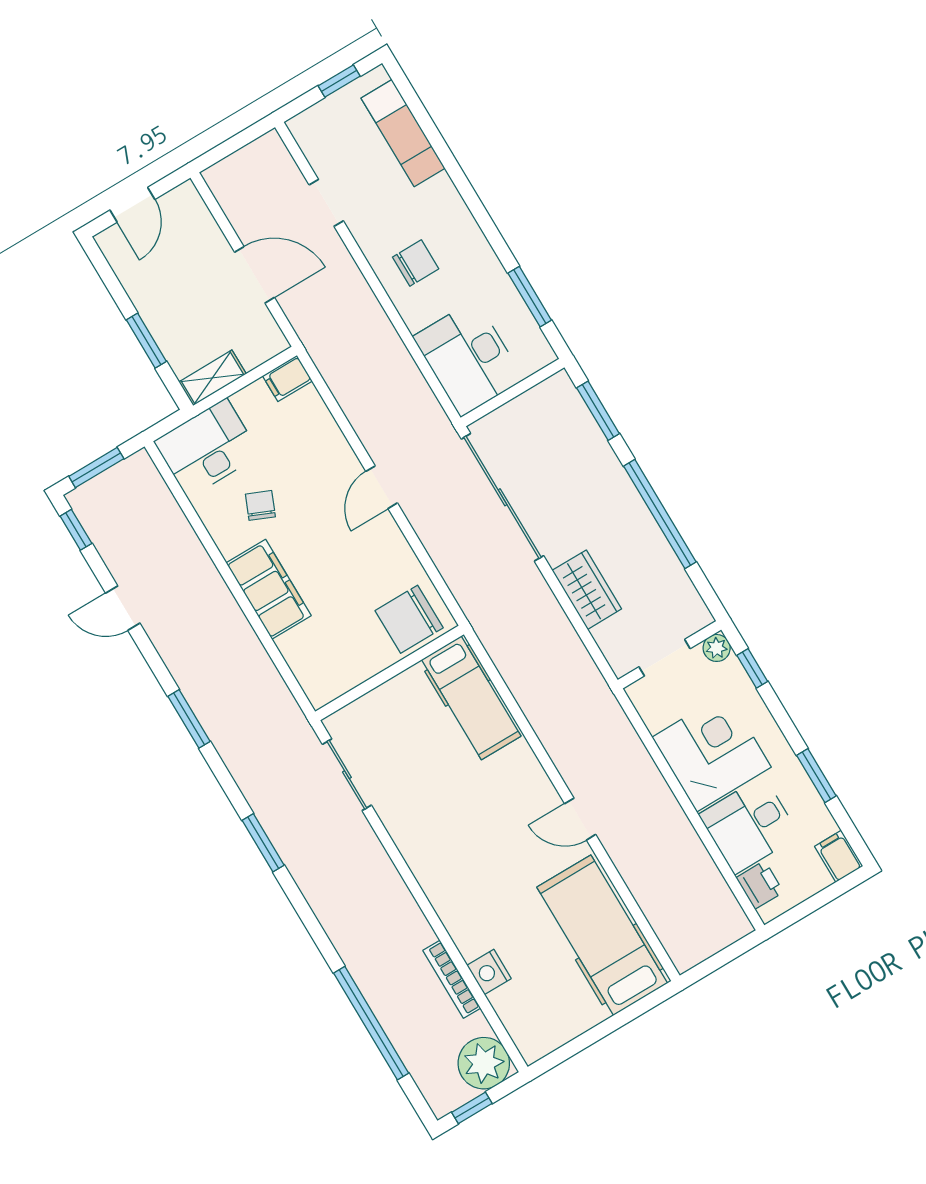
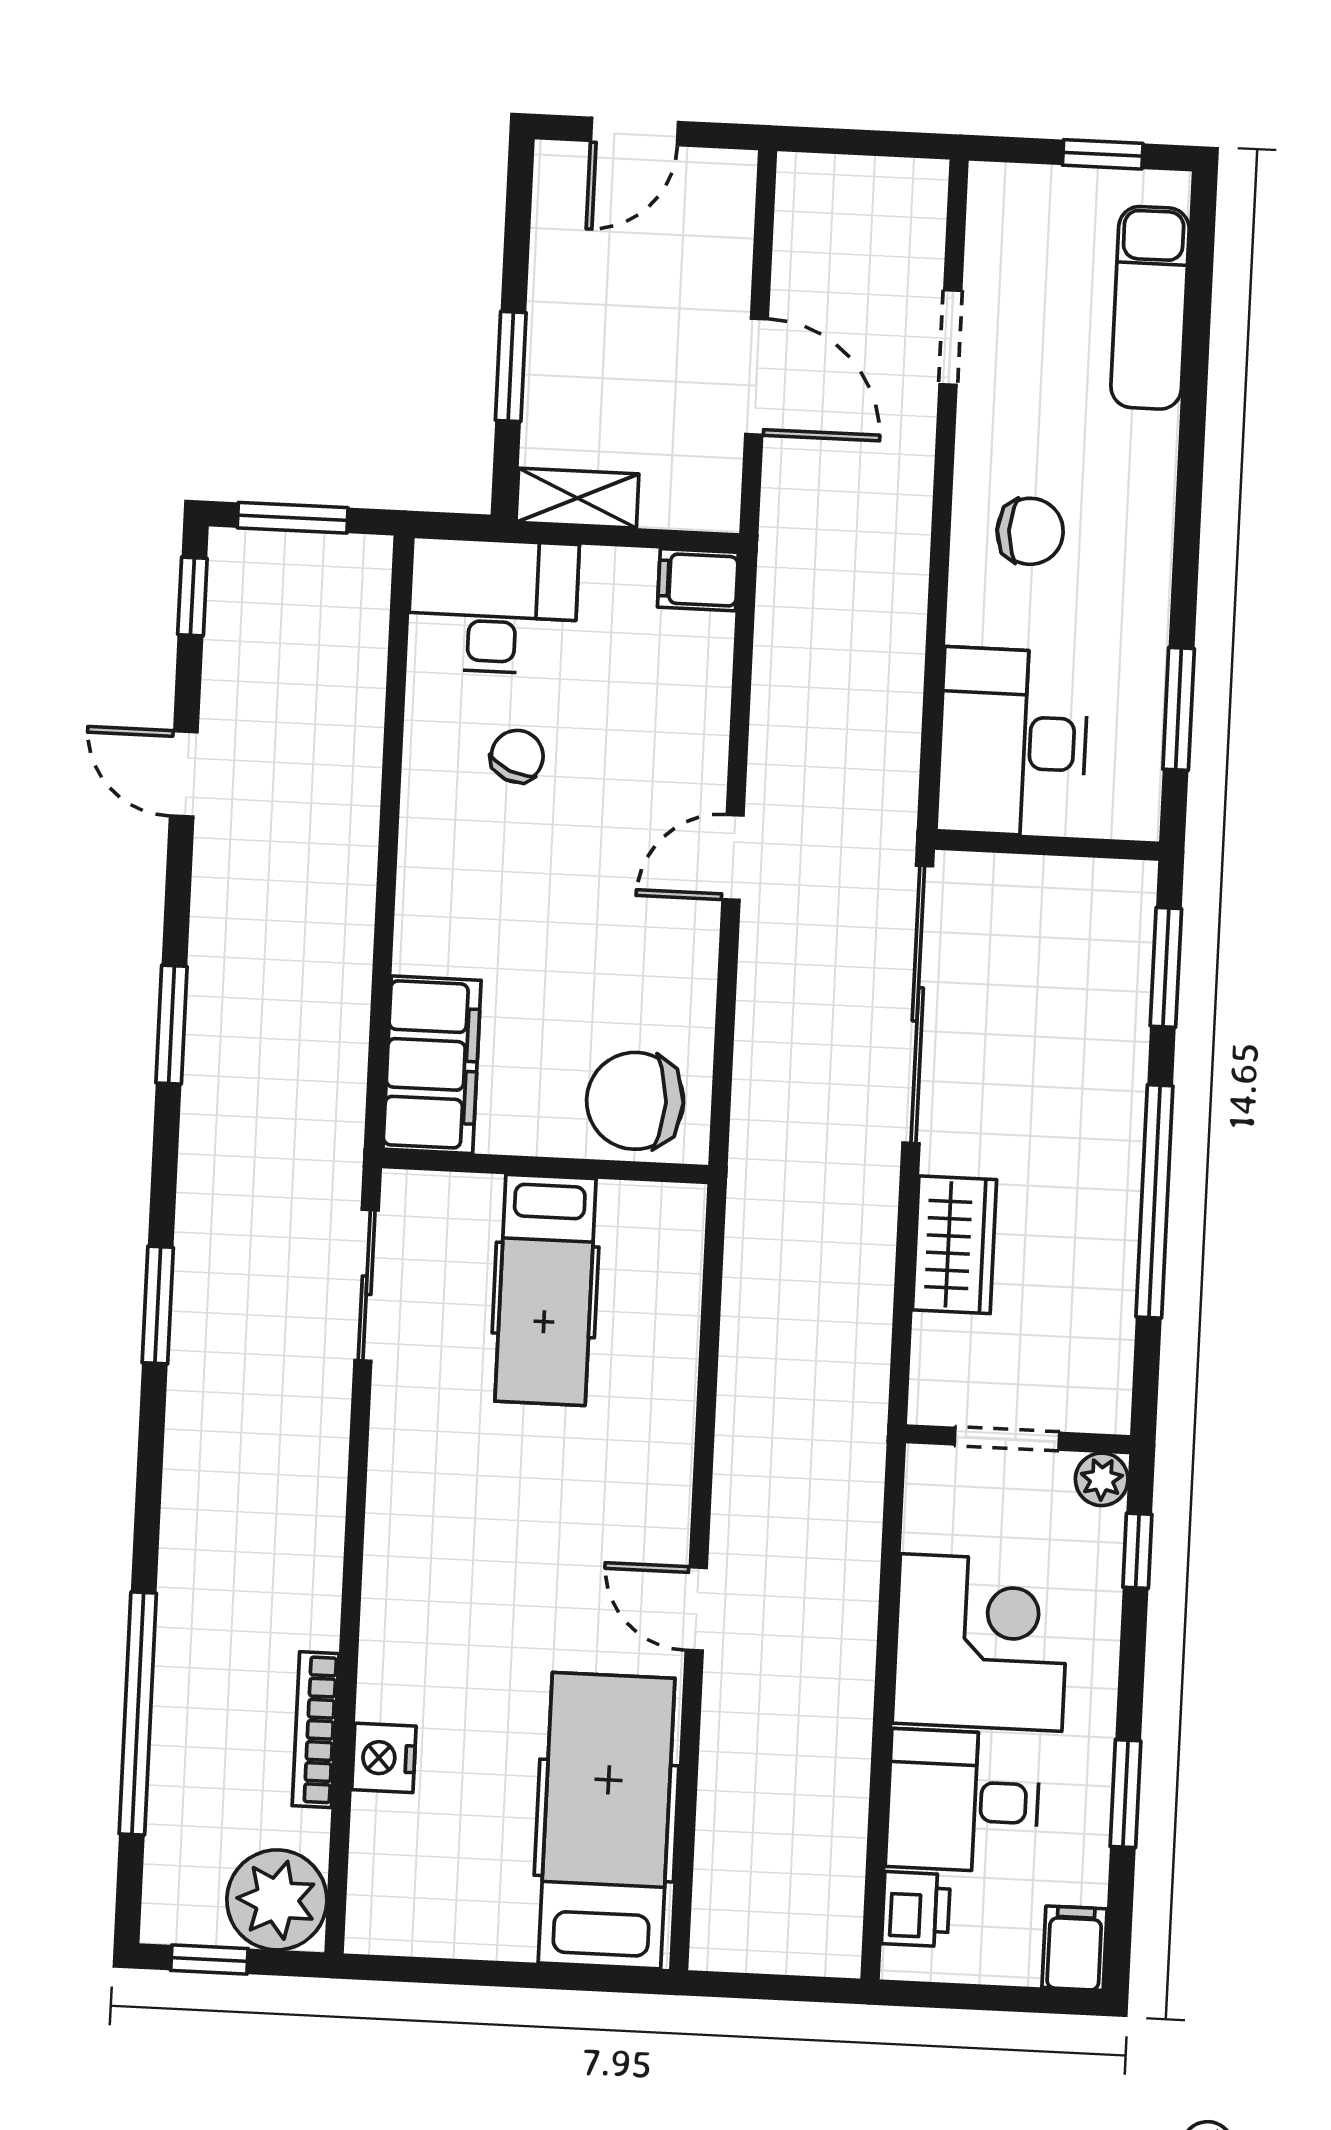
filing cabinet: (269, 589) -> (432, 1065), moved
hospital bed: (471, 698) -> (545, 1290), moved

